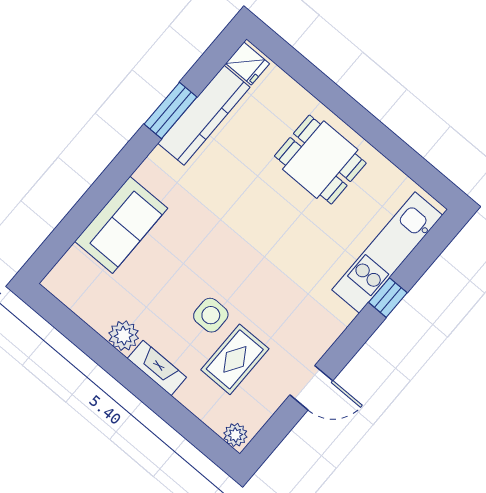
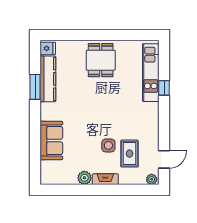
dining table: (320, 160) -> (101, 60), turned 90
door: (311, 388) -> (164, 159), moved

